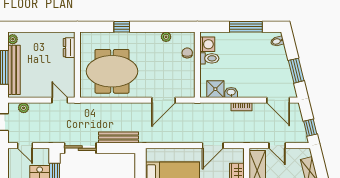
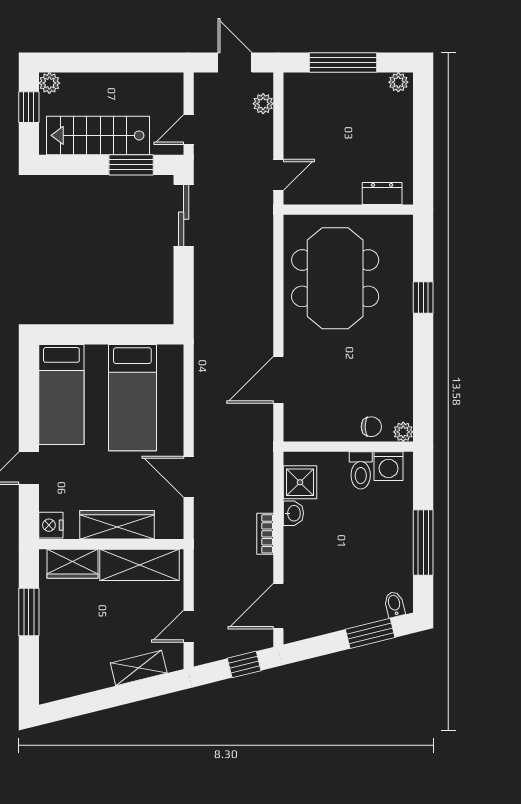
plant: (166, 37) -> (403, 432), moved
bench: (14, 70) -> (338, 85), removed
window: (296, 71) -> (370, 633), moved
door: (163, 100) -> (278, 380), hinge flipped
window: (310, 128) -> (244, 664), moved
bench: (118, 137) -> (205, 291), removed
door: (25, 146) -> (189, 130), moved
door: (277, 146) -> (189, 626), moved

